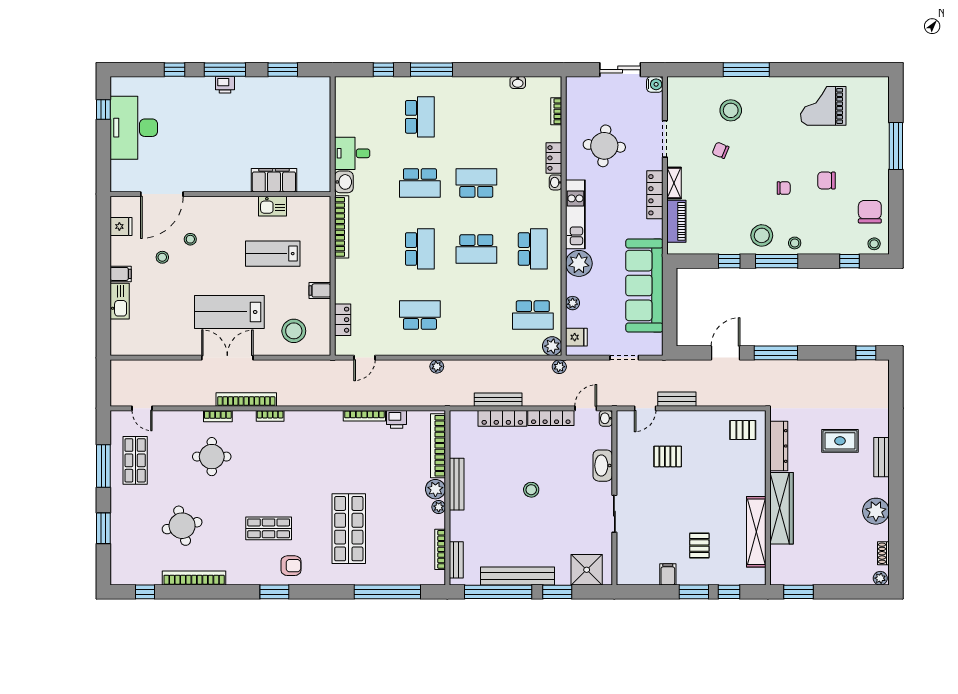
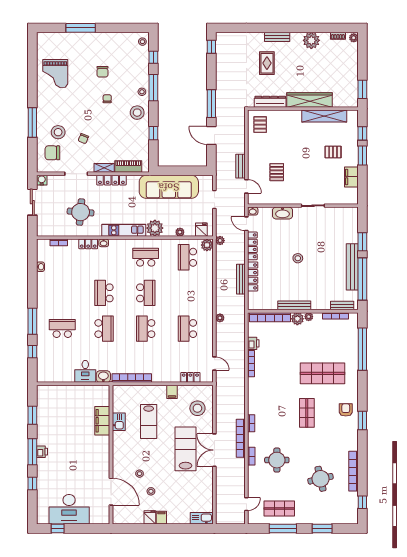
chair: (870, 212) -> (52, 153), moved
fridge: (121, 226) -> (150, 517), moved
school desk: (420, 249) -> (146, 329), turned -90
window: (777, 261) -> (153, 88), moved
kitchen sink: (120, 301) -> (202, 518), moved
lab bench: (229, 312) -> (186, 449), turned 180
school desk: (533, 315) -> (187, 257), turned 180
shop shelf: (269, 528) -> (307, 413), moved
shower: (587, 570) -> (348, 223), removed
filing cabinet: (668, 574) -> (351, 177), width x2.00

